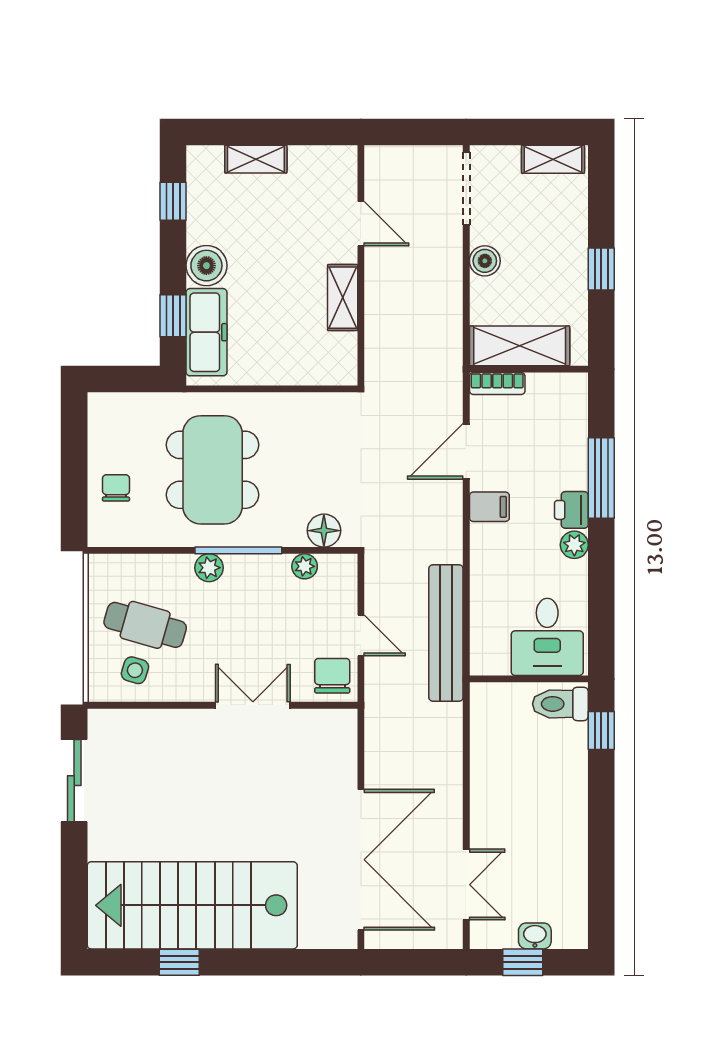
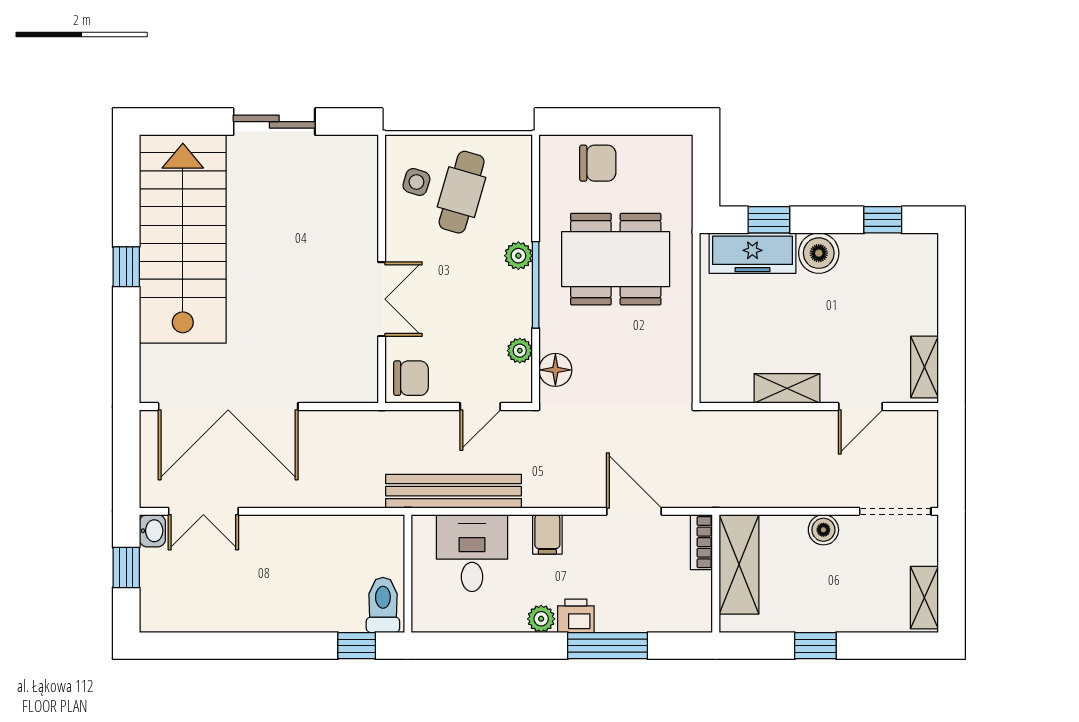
shelving: (256, 159) -> (925, 367), moved
chair: (116, 488) -> (598, 163), width x1.37, depth x1.37
filing cabinet: (489, 507) -> (547, 534), moved
door: (361, 635) -> (480, 407), moved
desk: (547, 637) -> (472, 553), moved, turned 90
sliding door: (74, 781) -> (274, 122), moved
washbasin: (535, 936) -> (152, 531), moved
window: (179, 962) -> (126, 267), moved

